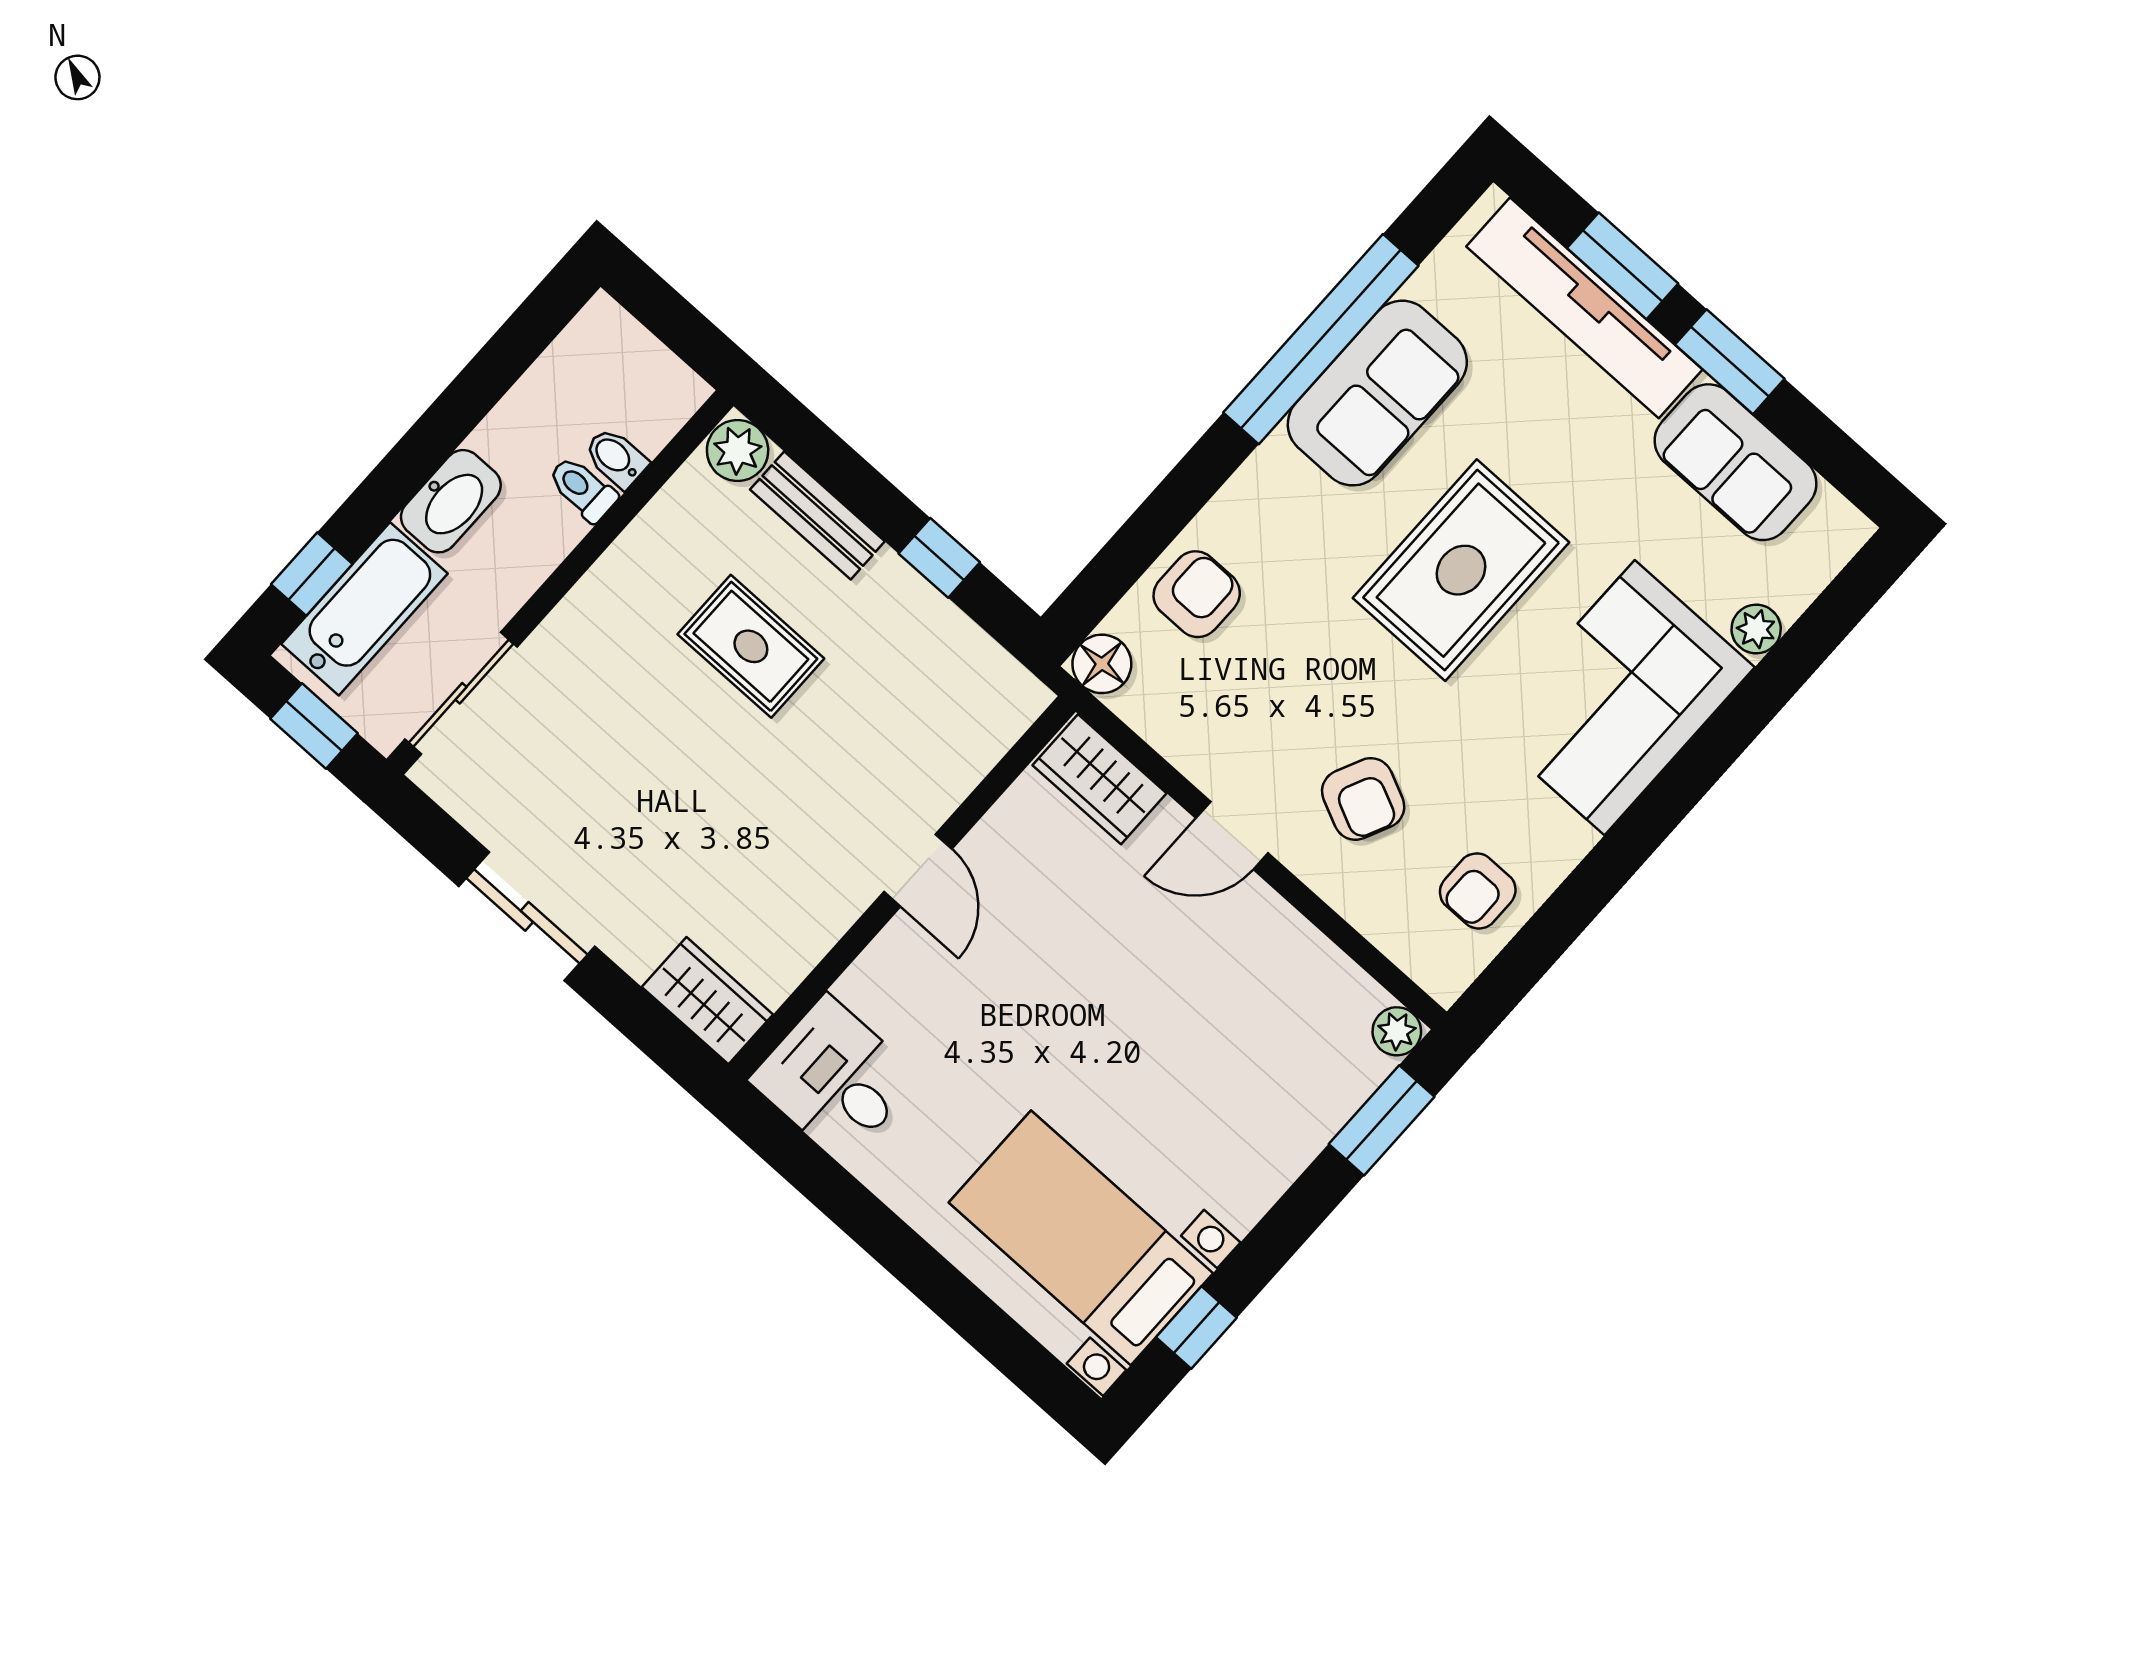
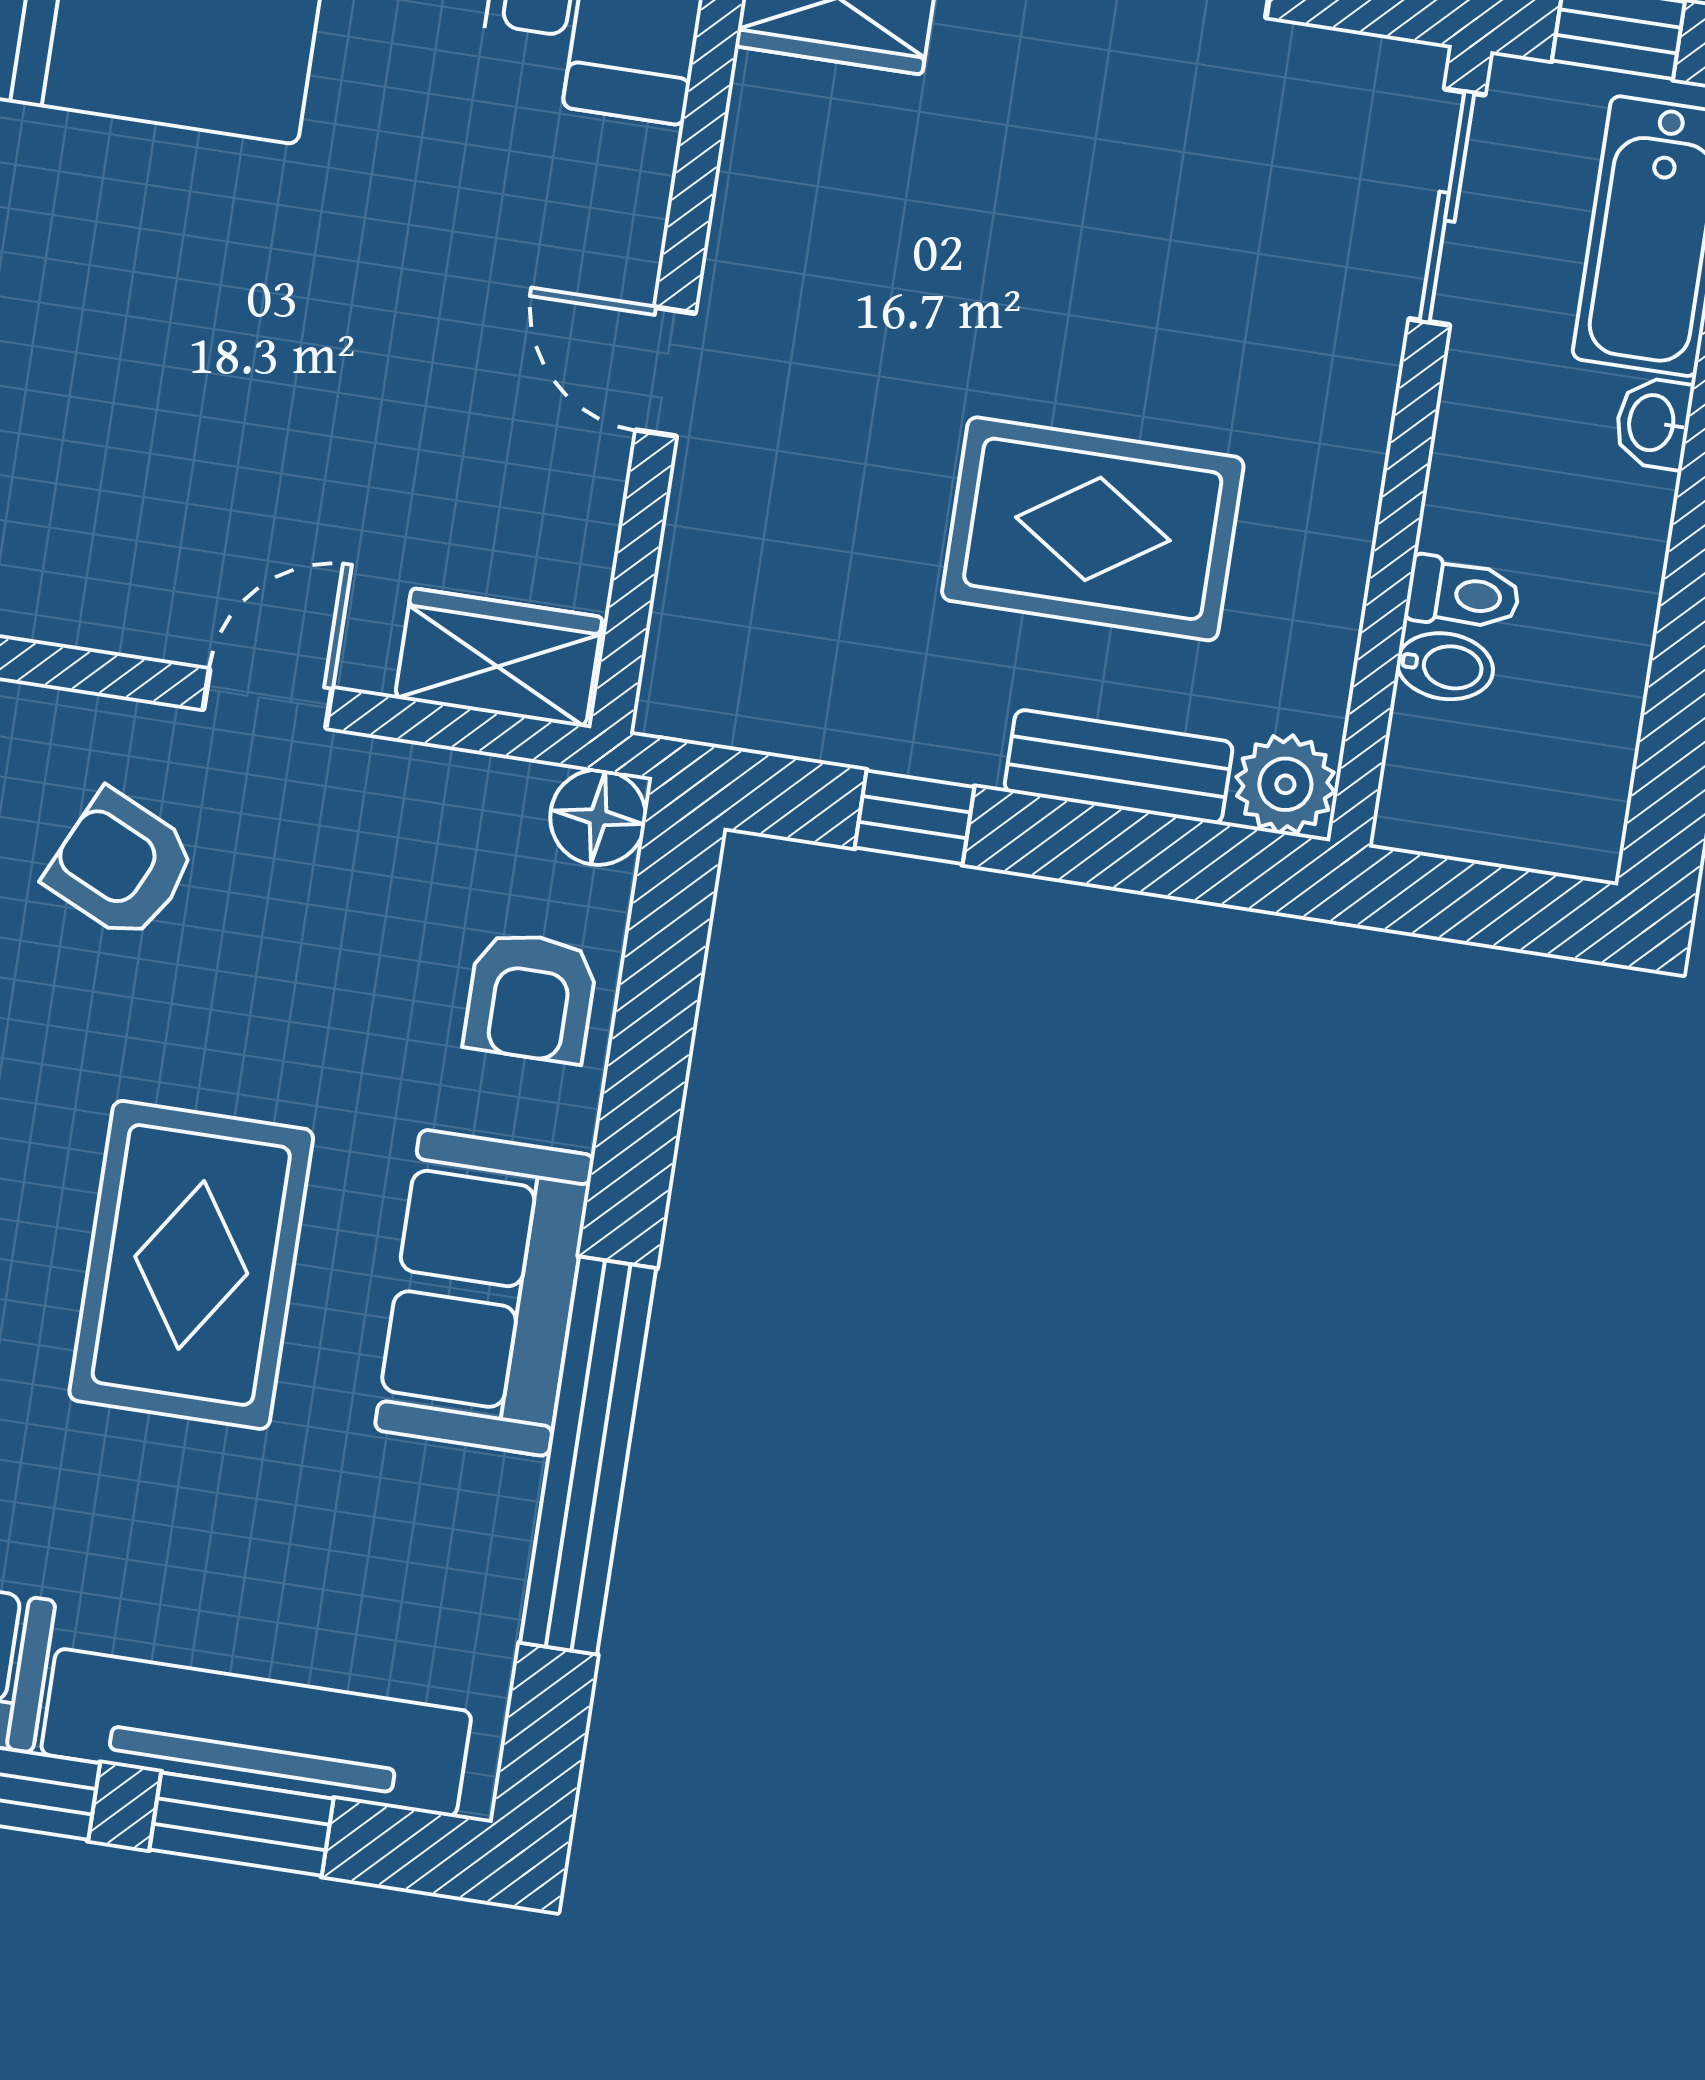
sofa: (1377, 393) -> (484, 1293), moved
washbasin: (451, 501) -> (1653, 423), width x0.52, depth x0.69
rug: (751, 646) -> (1093, 529), width x1.36, depth x1.43

